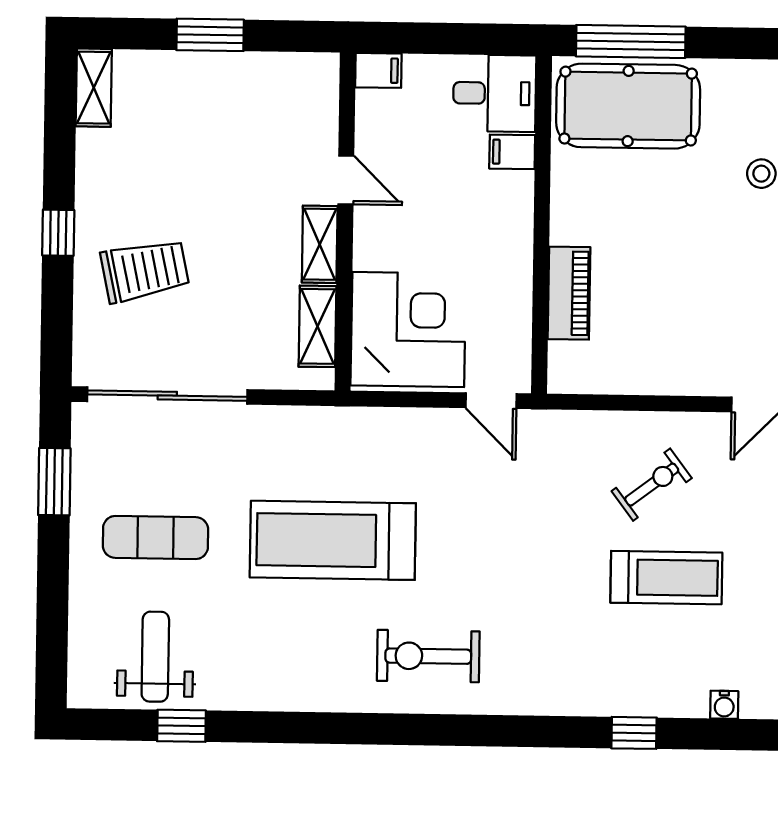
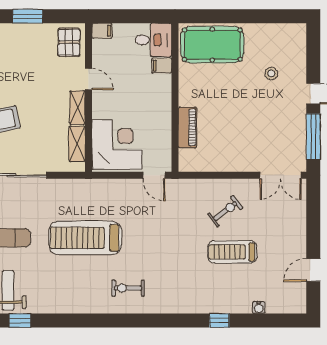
window: (631, 41) -> (213, 16), removed
pallet: (303, 96) -> (69, 42), added
treadmill: (666, 578) -> (232, 252), turned 180
exercise bike: (428, 656) -> (128, 288), width x0.73, depth x0.72

